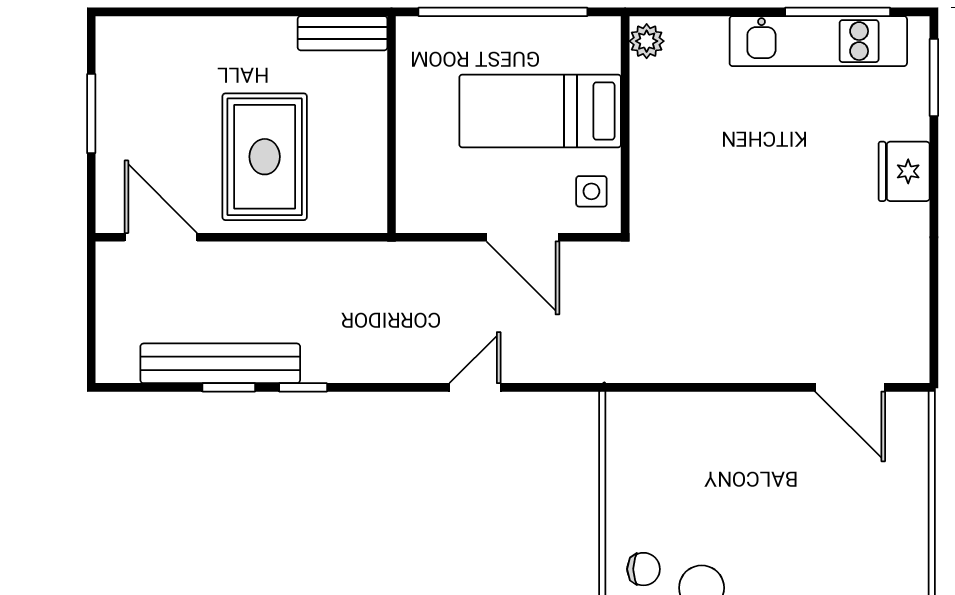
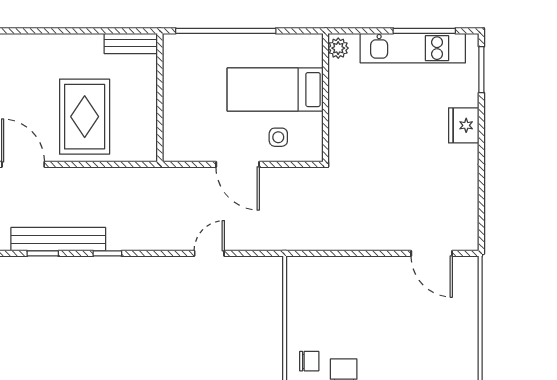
plant: (647, 41) -> (338, 48), moved
bed: (540, 111) -> (275, 90), moved
wall: (625, 125) -> (326, 98), moved
window: (229, 387) -> (43, 253), moved

